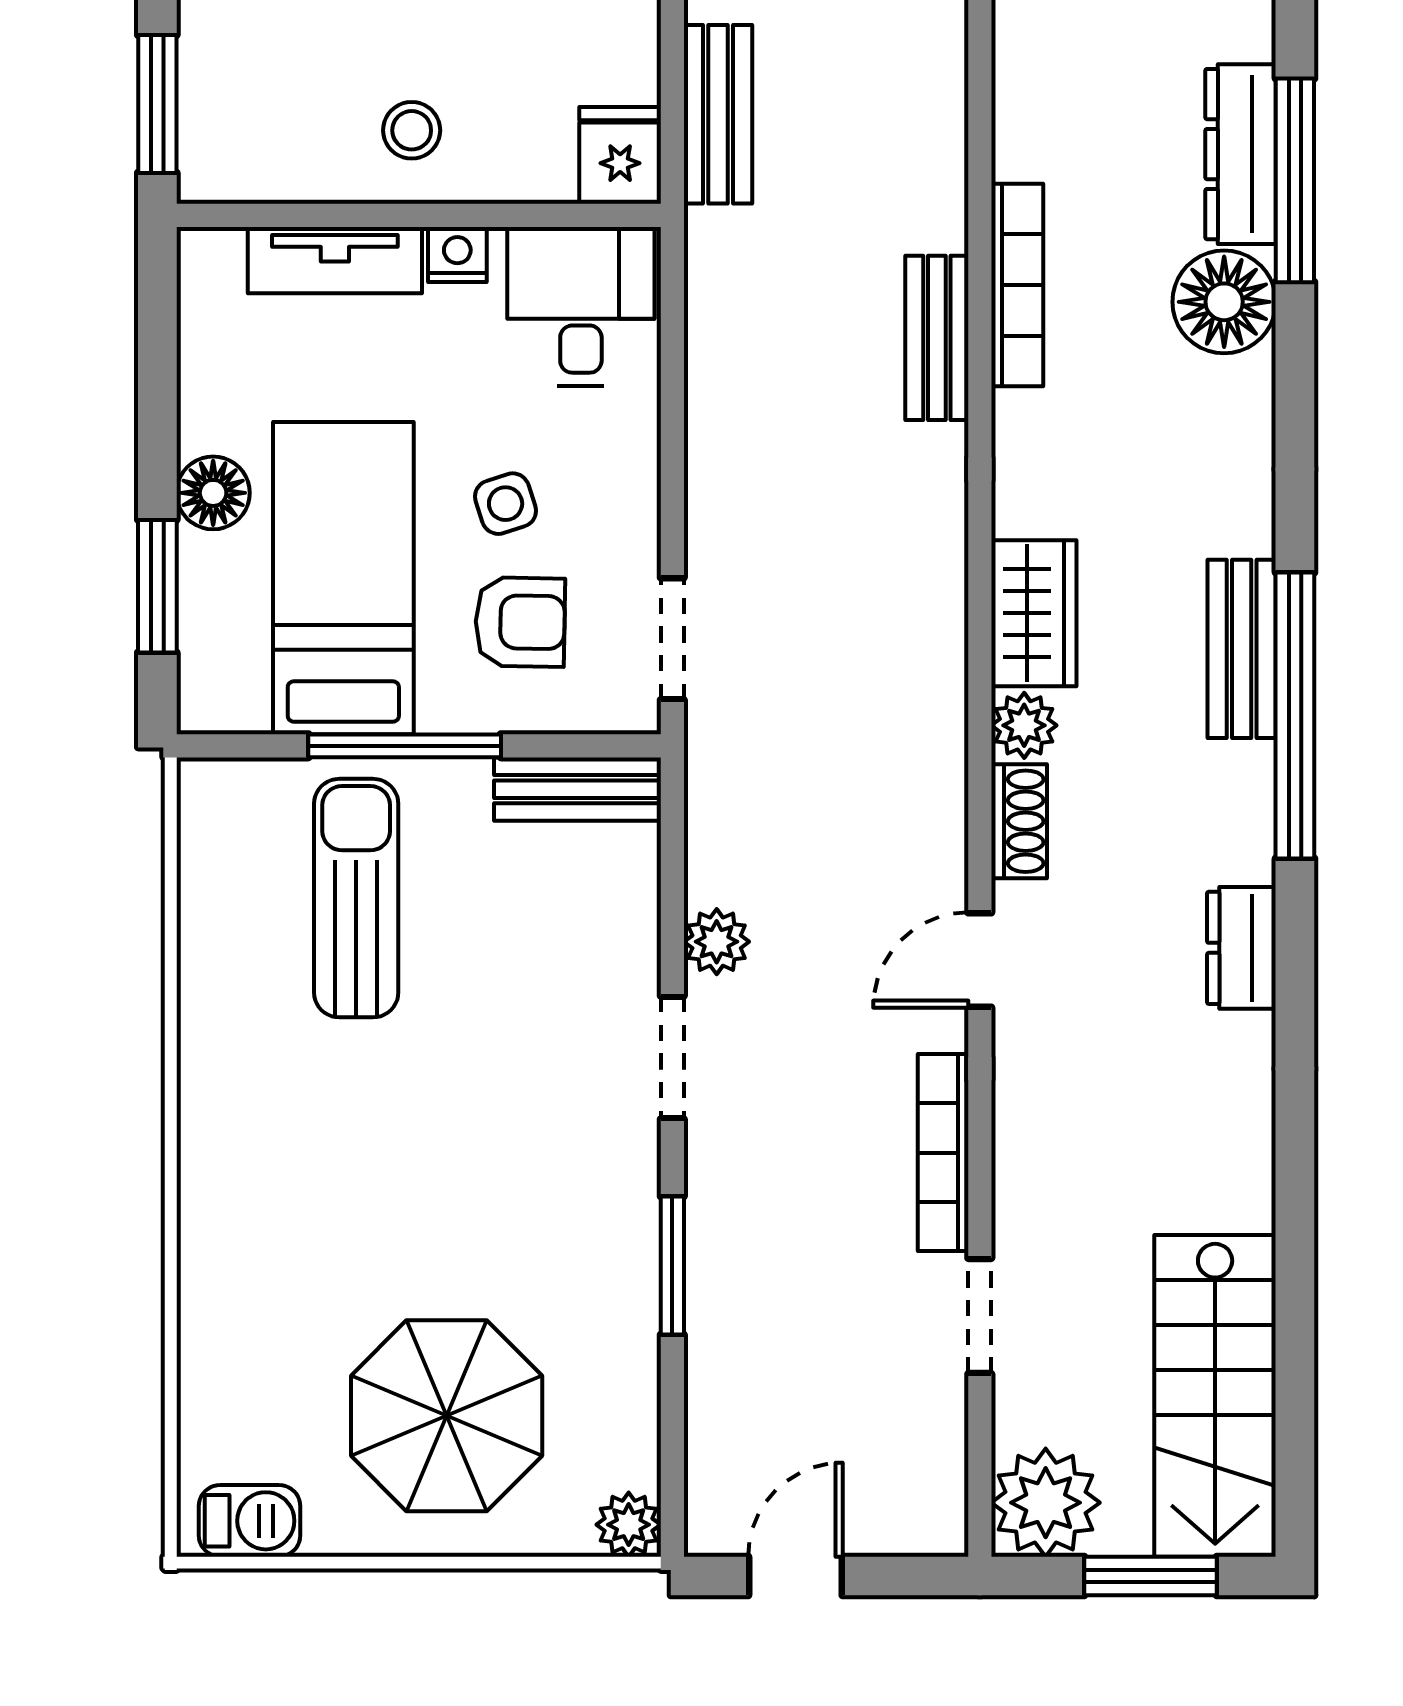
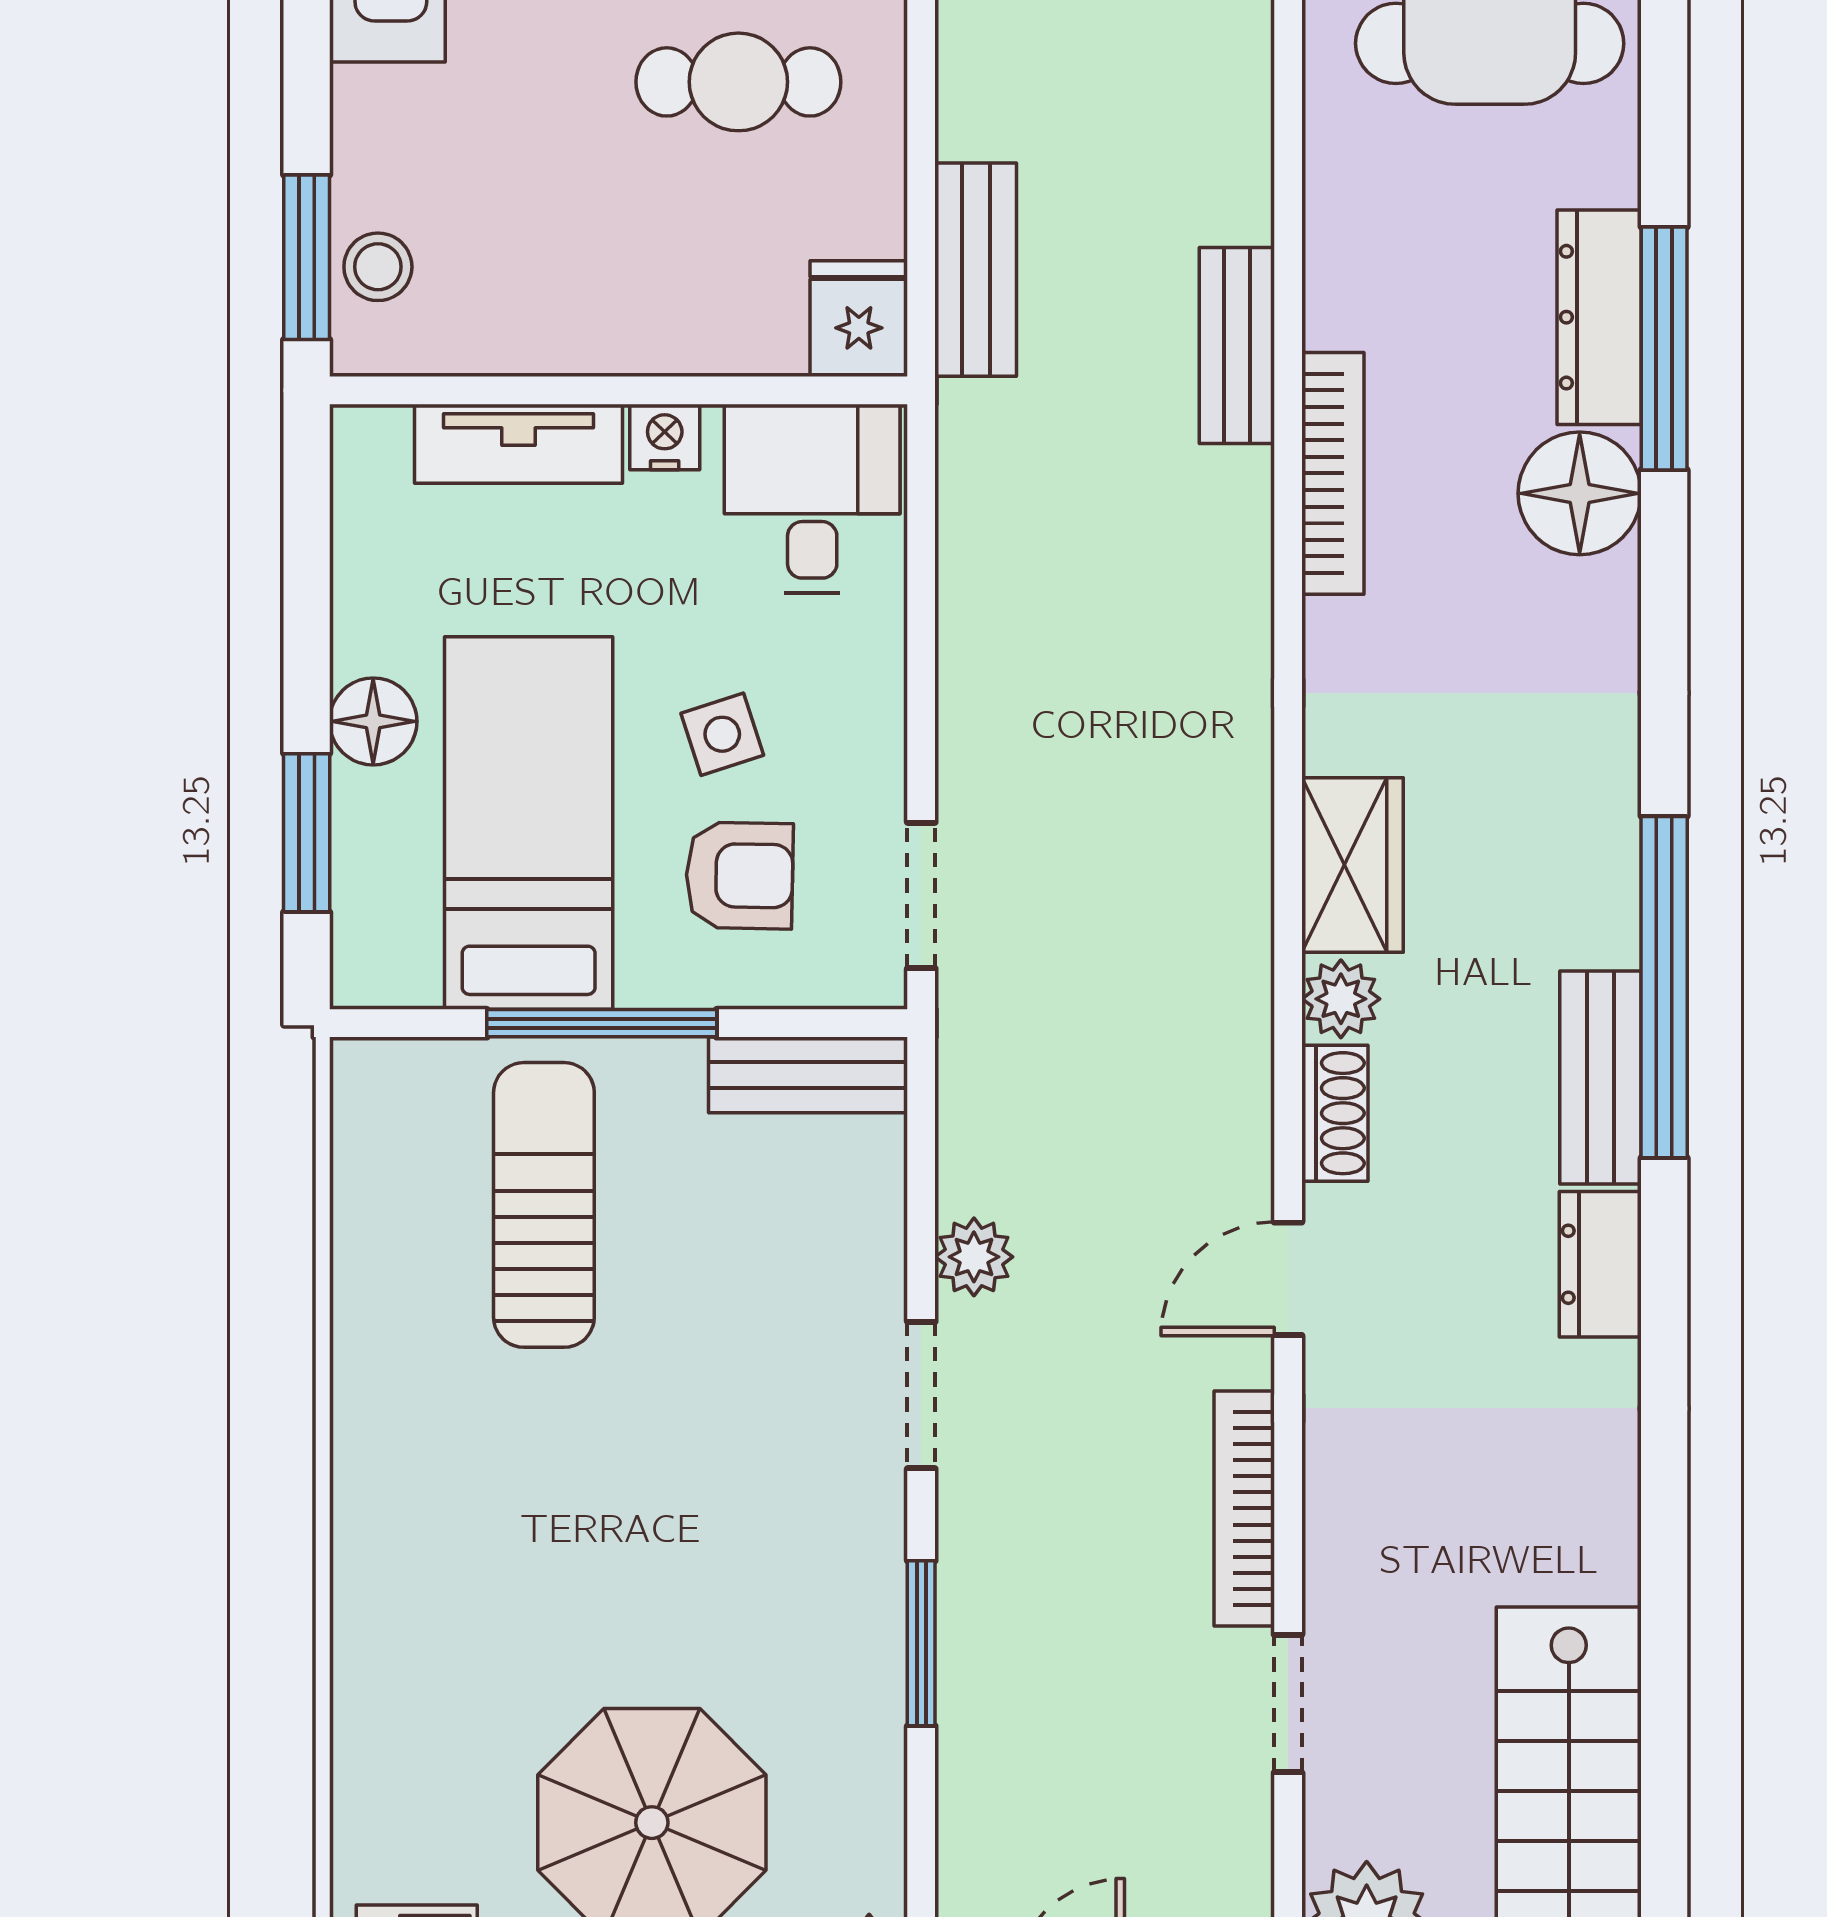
stool: (412, 130) -> (378, 267), moved
bench: (937, 338) -> (1237, 345), moved
bench: (1242, 649) -> (1600, 1078), moved

